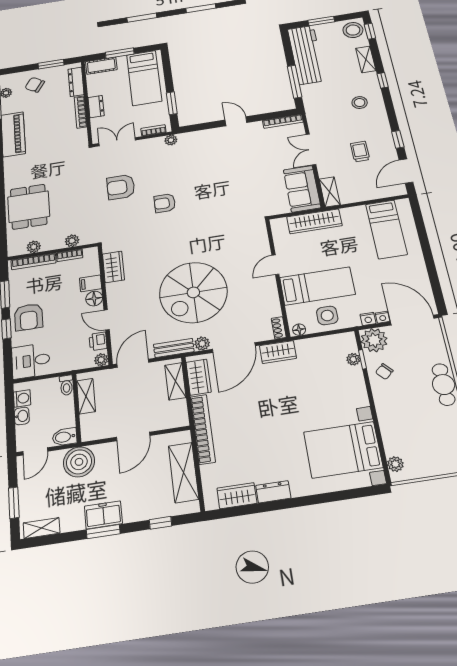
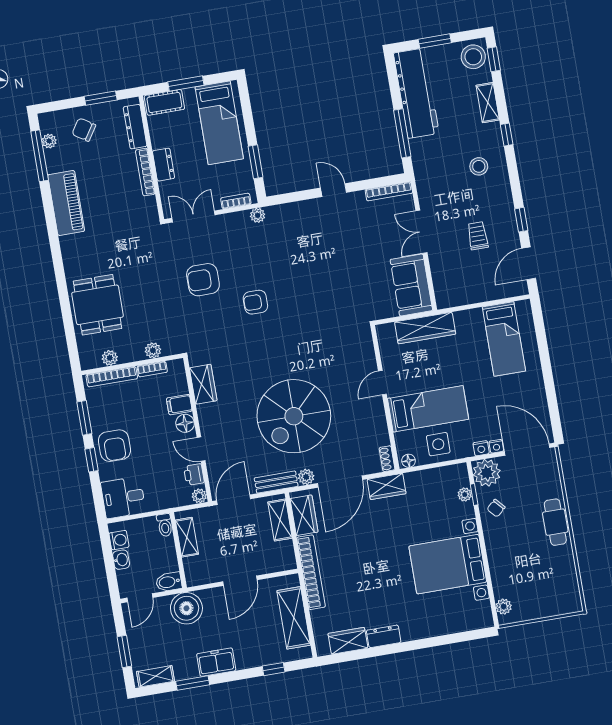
shelving: (330, 192) -> (442, 290), removed
bed with nightstands: (343, 450) -> (448, 564), moved
window: (103, 532) -> (193, 683), moved

